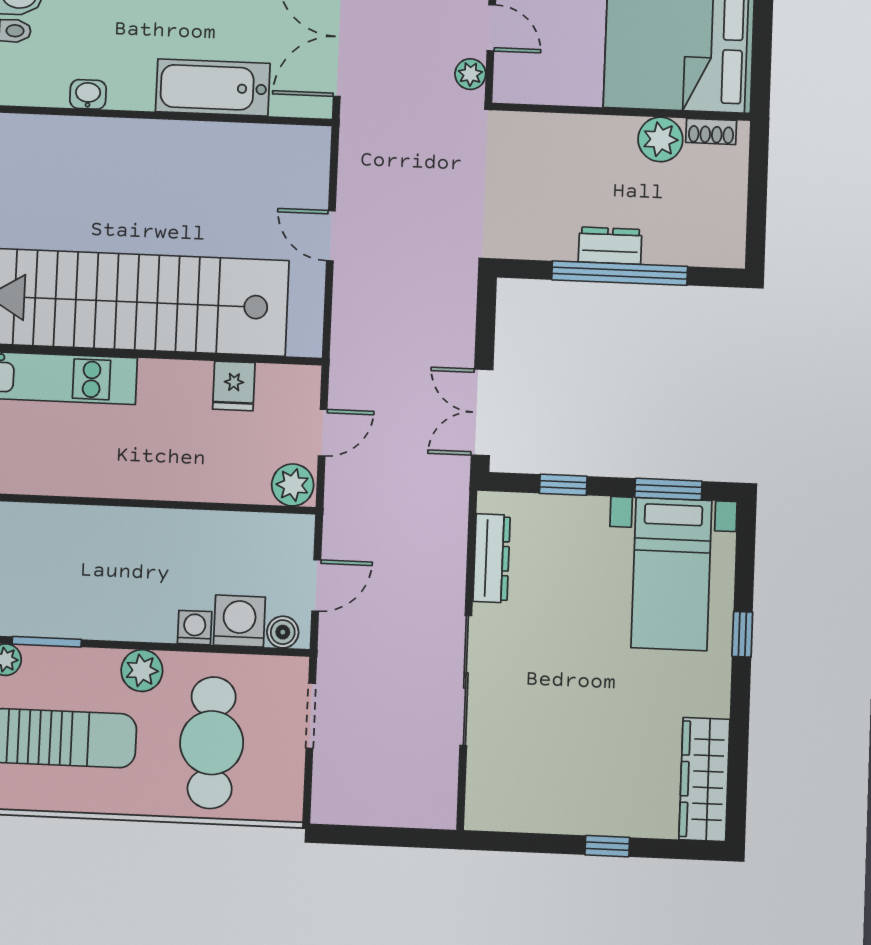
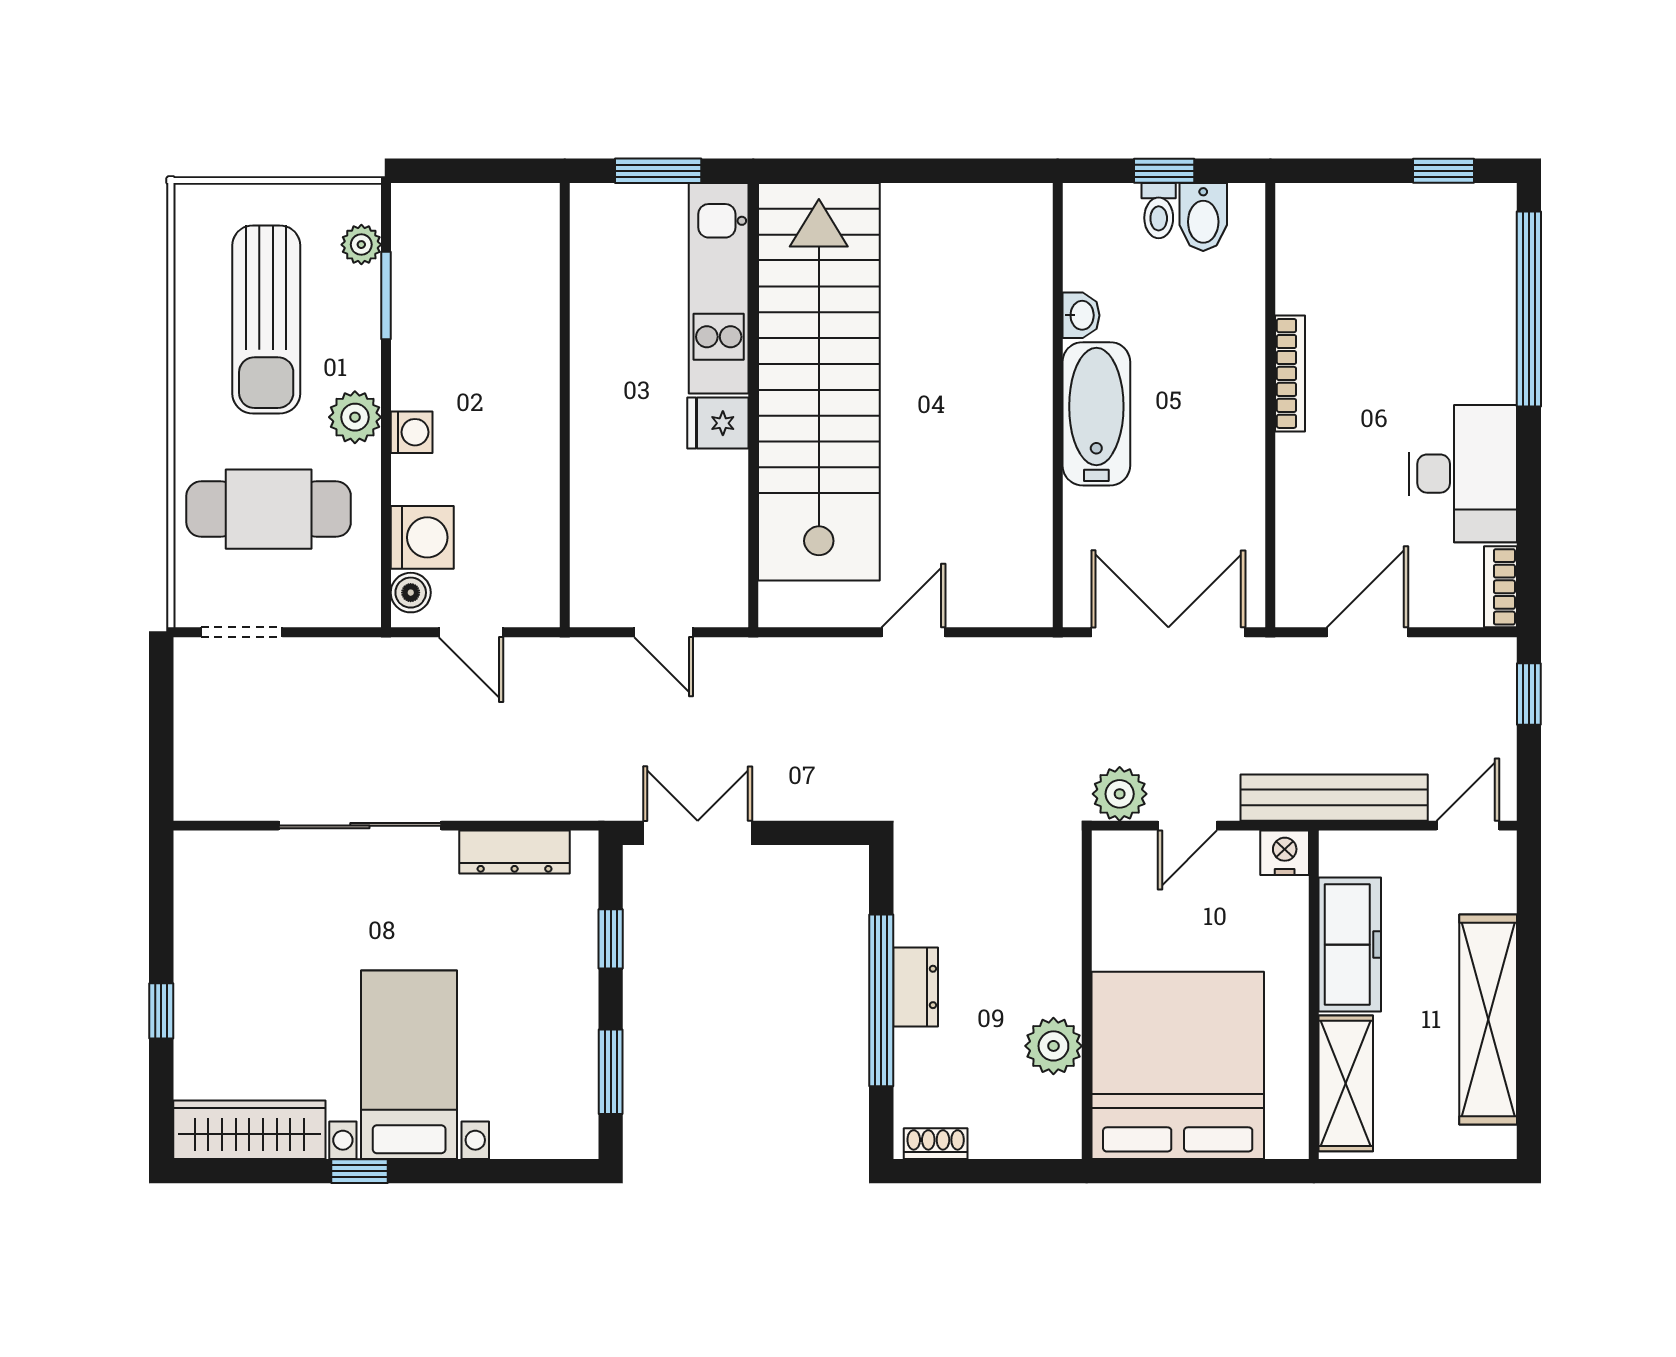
plant: (470, 74) -> (1120, 794), width x1.38, depth x1.38
bathtub: (213, 88) -> (1096, 414), moved
shoe rack: (711, 131) -> (936, 1144), moved, turned 90
fridge: (234, 386) -> (718, 423), moved
plant: (293, 485) -> (596, 597), removed
bed with nightstands: (671, 574) -> (409, 1065), moved, turned 90
washing machine: (195, 628) -> (412, 432), moved
window: (742, 634) -> (359, 1171), moved
doorway: (311, 716) -> (242, 632), moved

